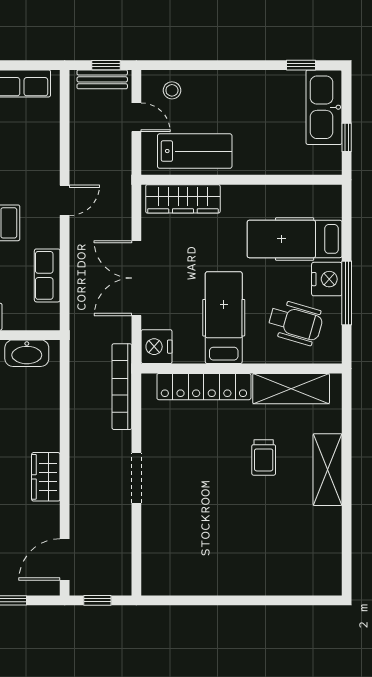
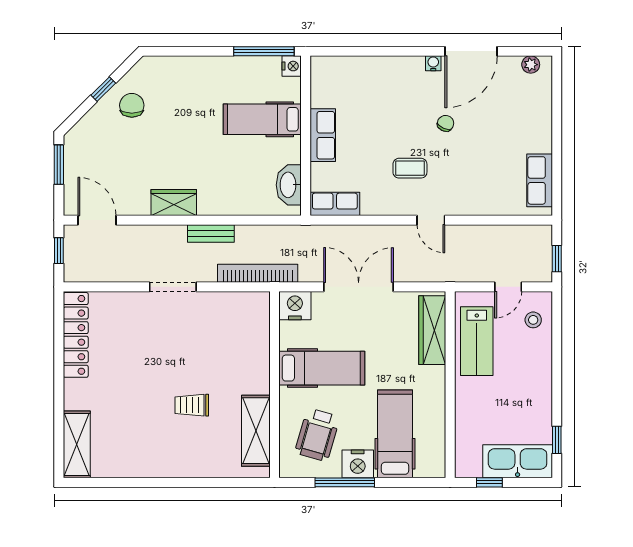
bench: (102, 79) -> (211, 233), moved, turned 90
row of seats: (47, 275) -> (335, 204), moved
locker: (204, 387) -> (76, 335), moved, turned 180
shelving: (327, 470) -> (77, 444), moved, turned 90

